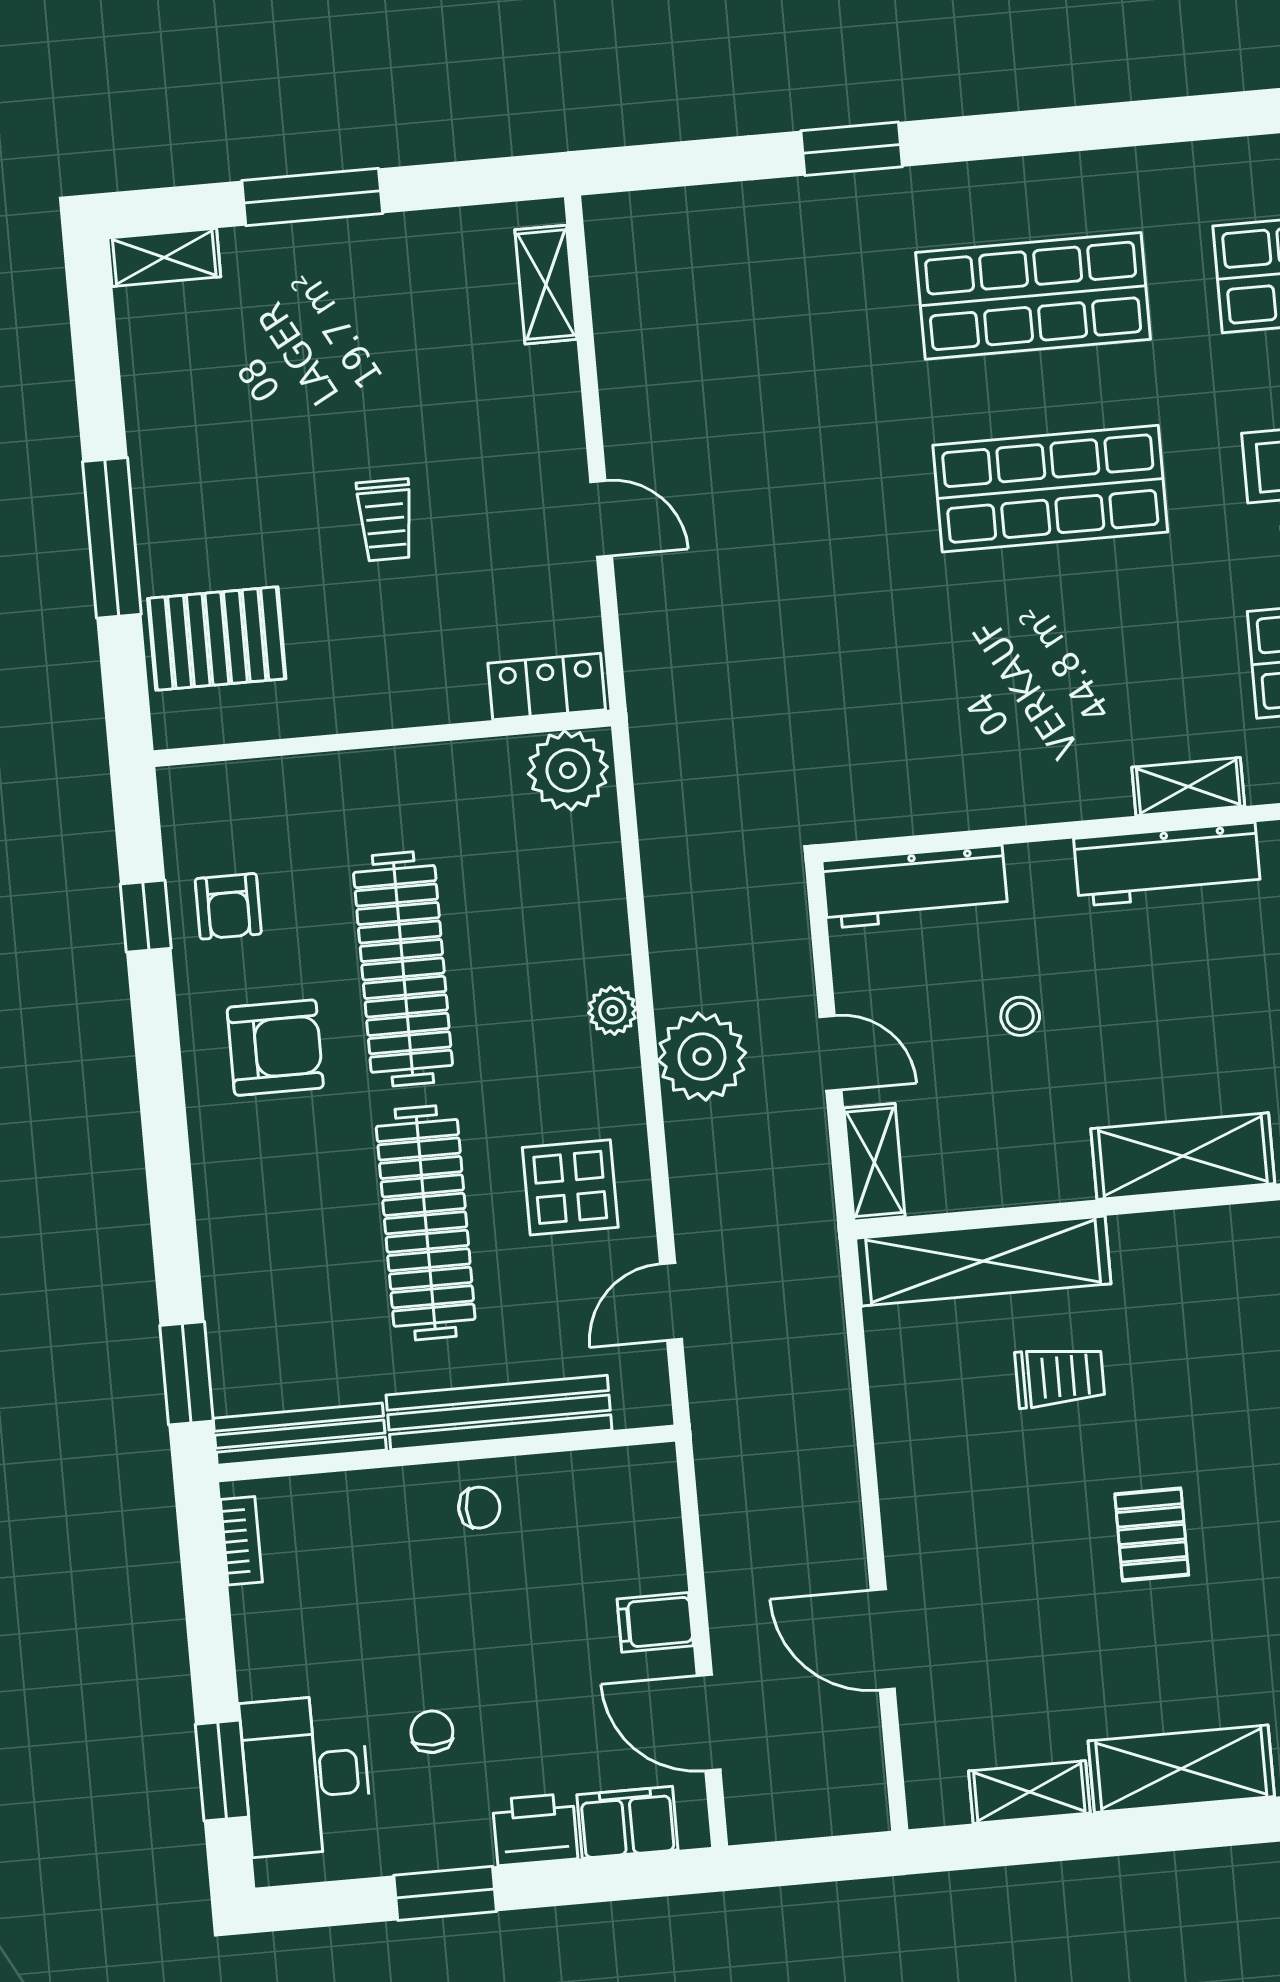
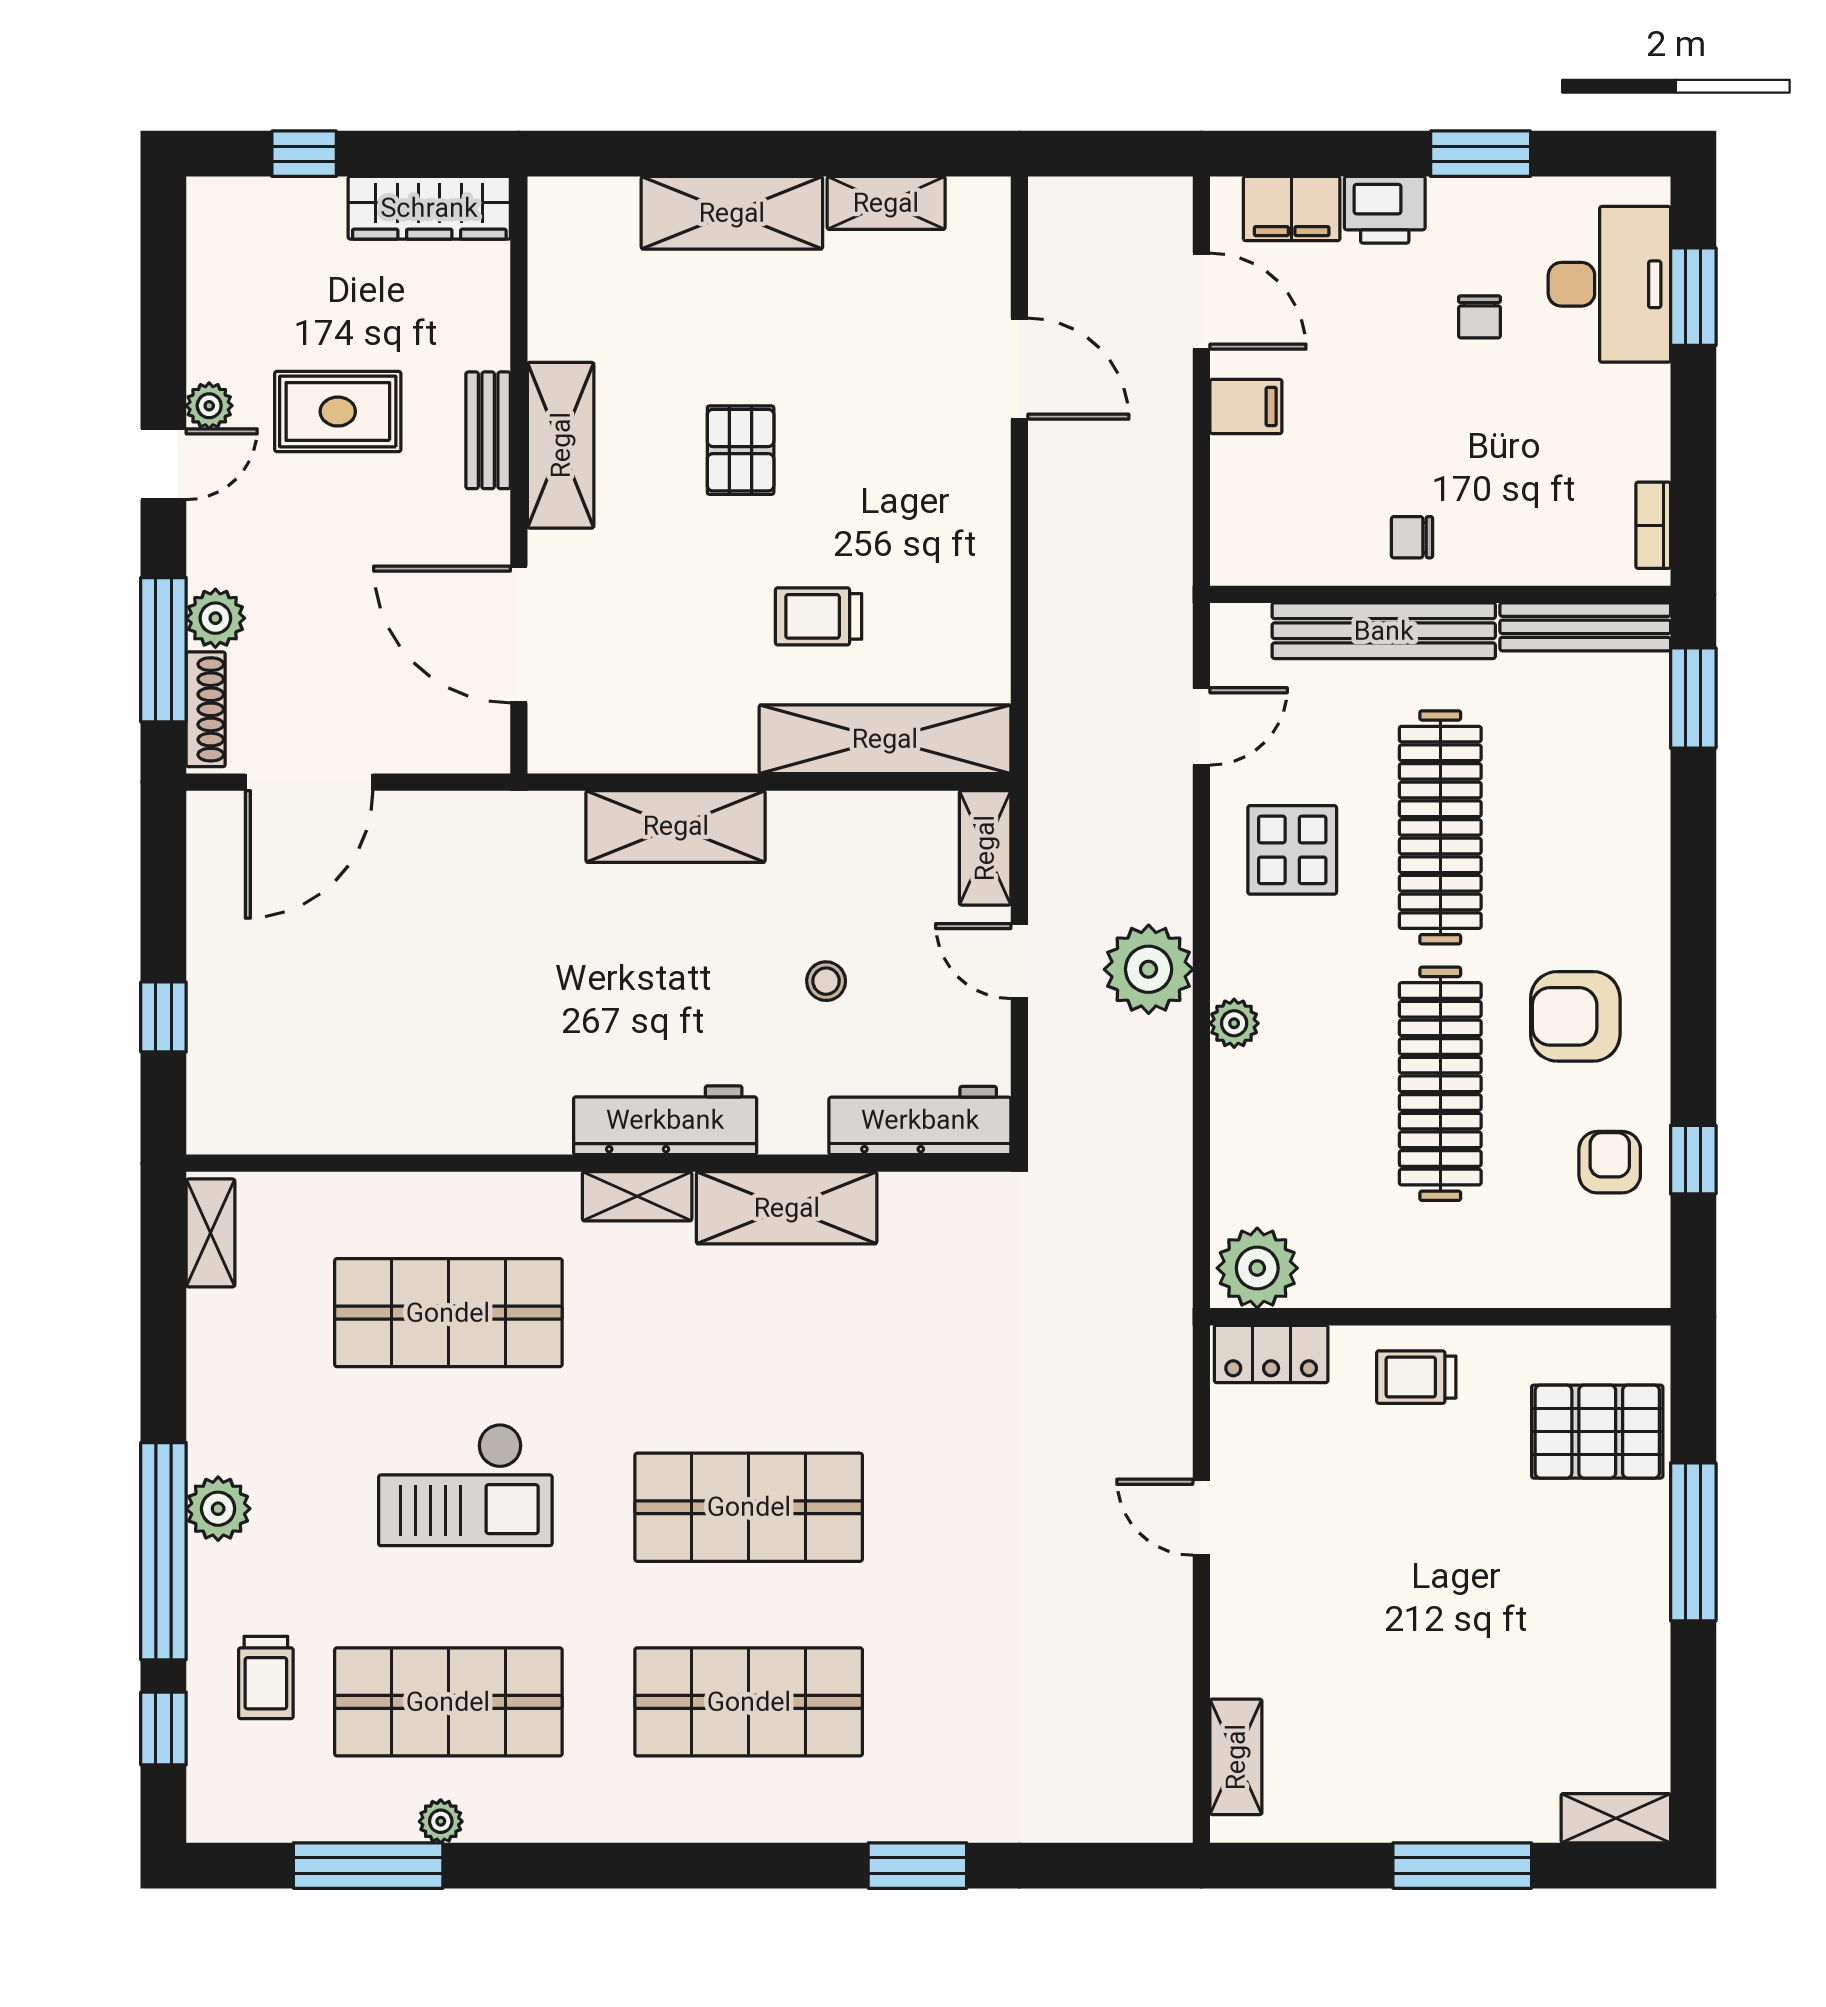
trolley: (386, 520) -> (1416, 1377), moved, turned -90
shelving: (1039, 788) -> (787, 1208), added

